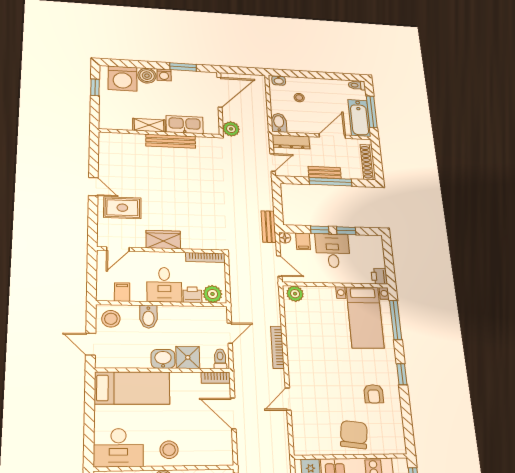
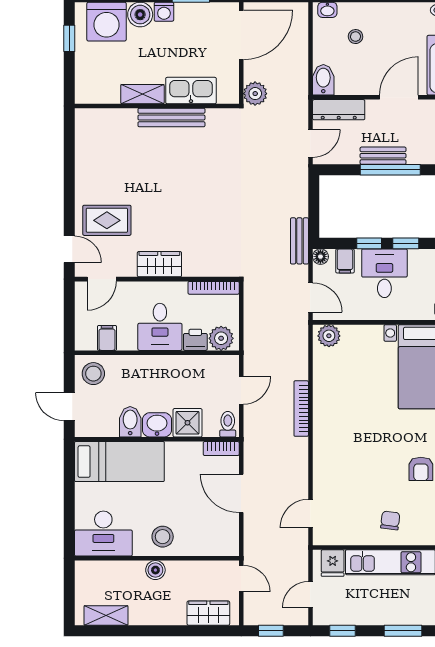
door: (93, 187) -> (69, 249), moved
bidet: (148, 317) -> (130, 422), moved, turned 180
door: (288, 399) -> (310, 514), moved
chair: (354, 435) -> (390, 520), width x0.54, depth x0.54

